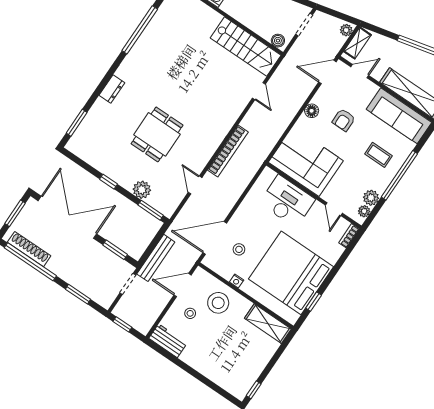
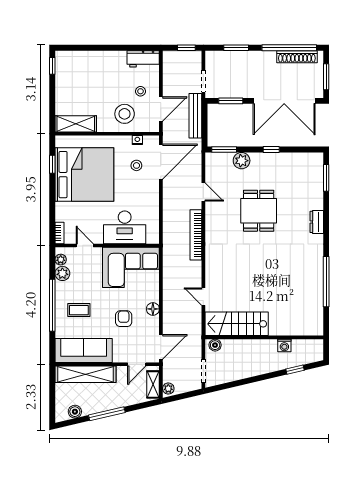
nightstand: (237, 281) -> (137, 140), moved

